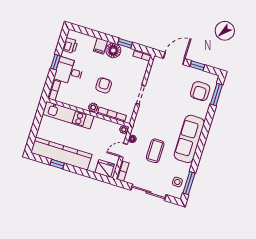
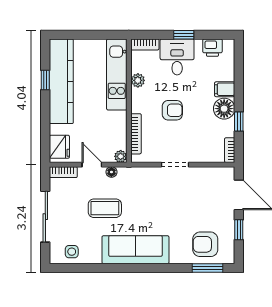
plant: (93, 107) -> (138, 80), moved
window: (189, 183) -> (75, 268), removed

